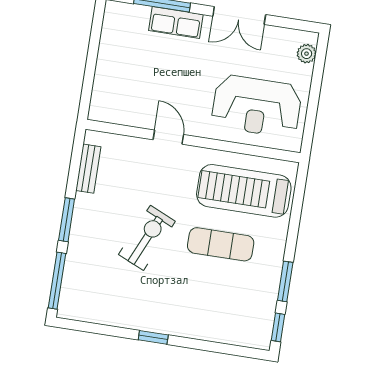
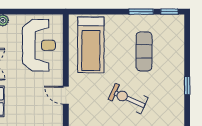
door: (168, 137) -> (66, 95), hinge flipped
exercise mat: (221, 244) -> (144, 51), moved

